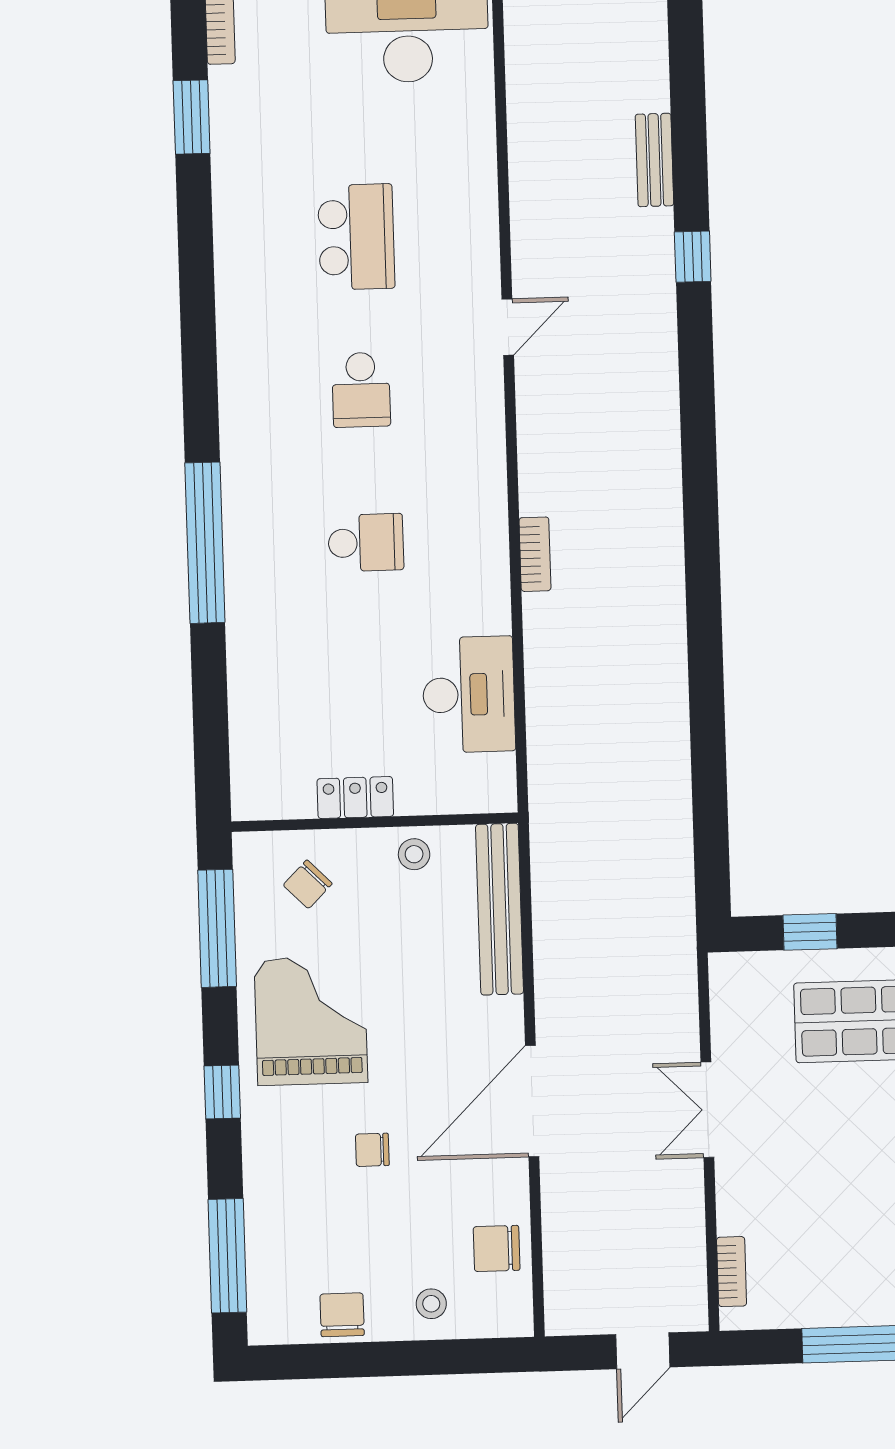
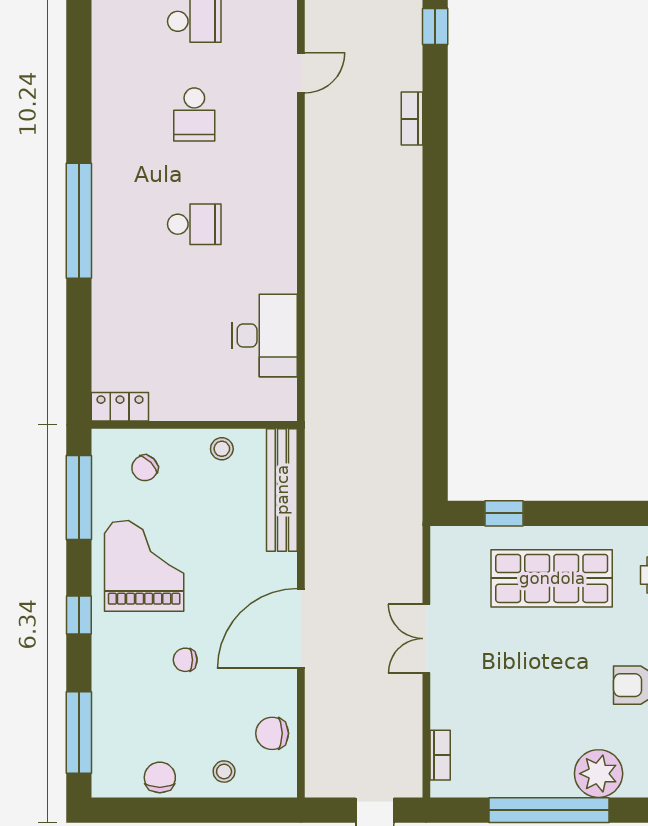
bookcase: (535, 554) -> (412, 119), moved, turned 180
locker: (355, 798) -> (120, 407), moved

